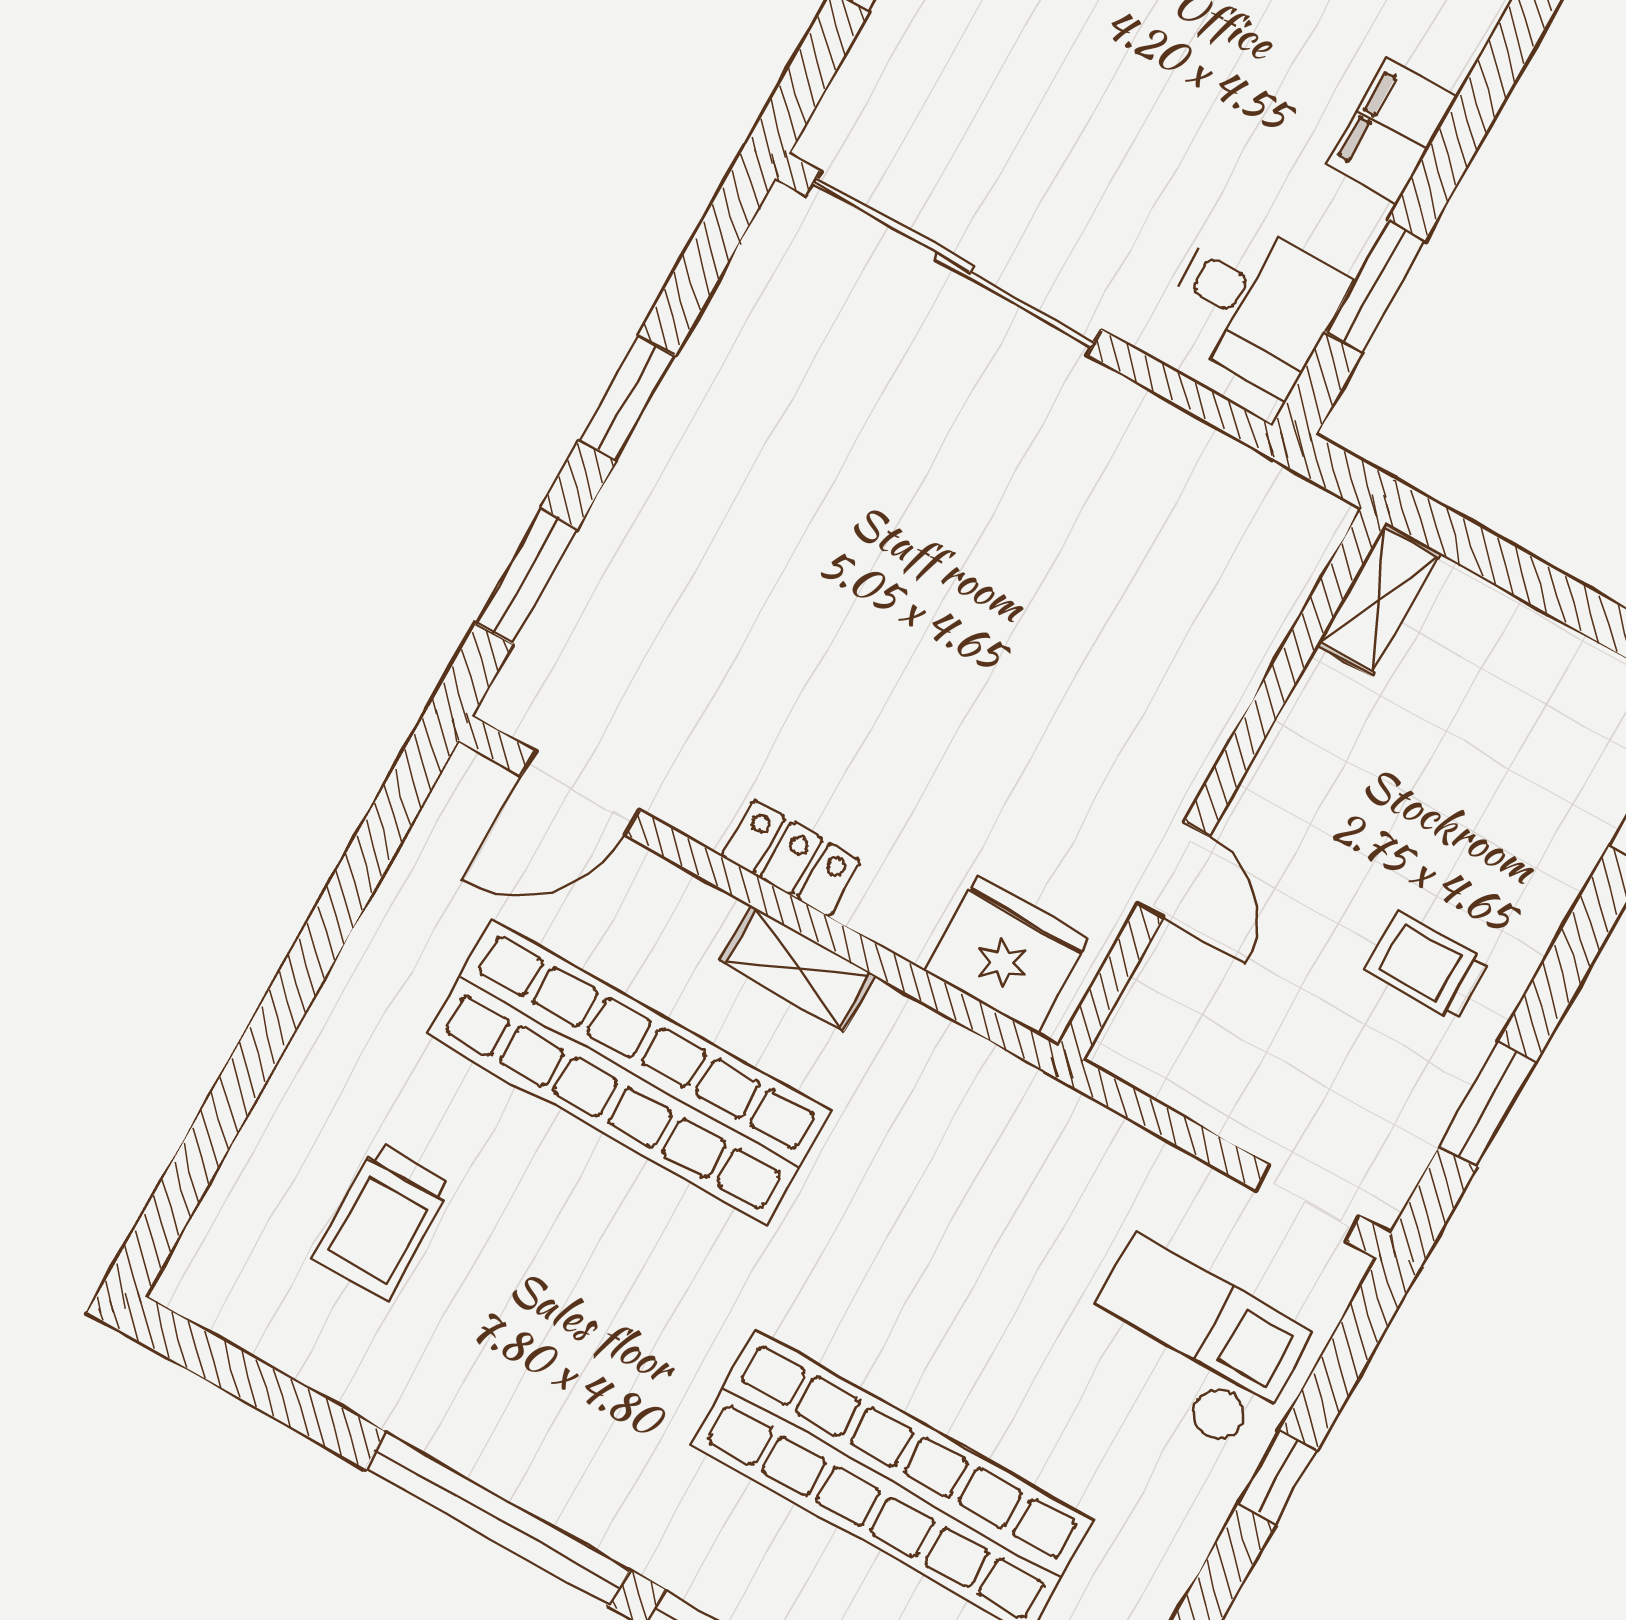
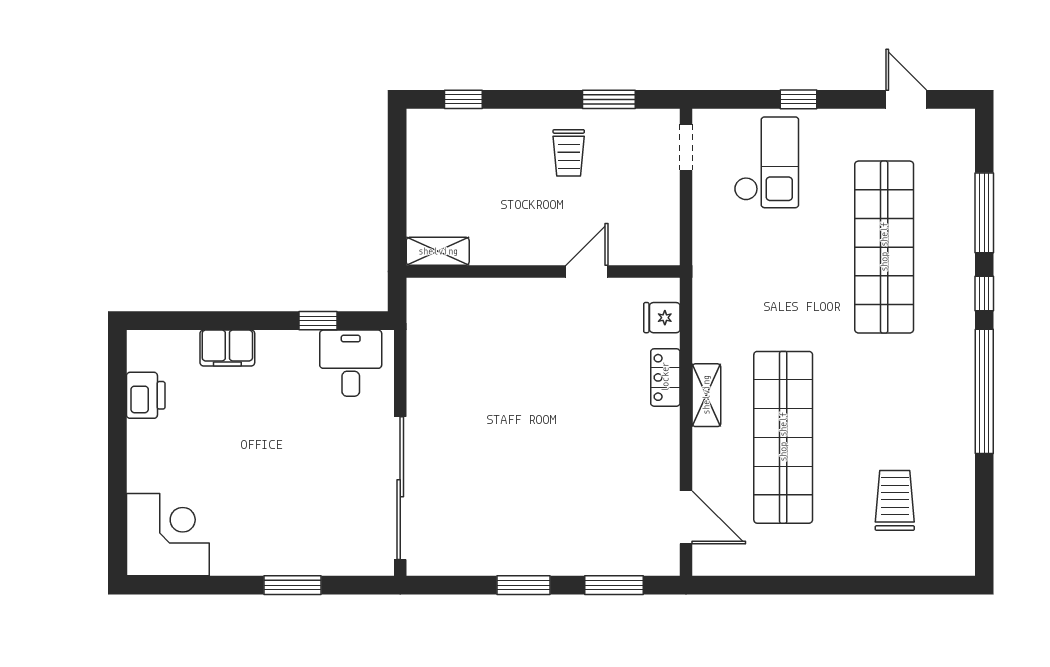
filing cabinet: (1392, 130) -> (227, 348), moved
window: (1375, 287) -> (318, 321), width x0.67
locker: (791, 858) -> (665, 377), moved
fridge: (1006, 955) -> (662, 318), width x0.53, depth x0.75
trolley: (382, 1222) -> (895, 500), turned -90
checkout: (1189, 1344) -> (766, 162), turned 180

